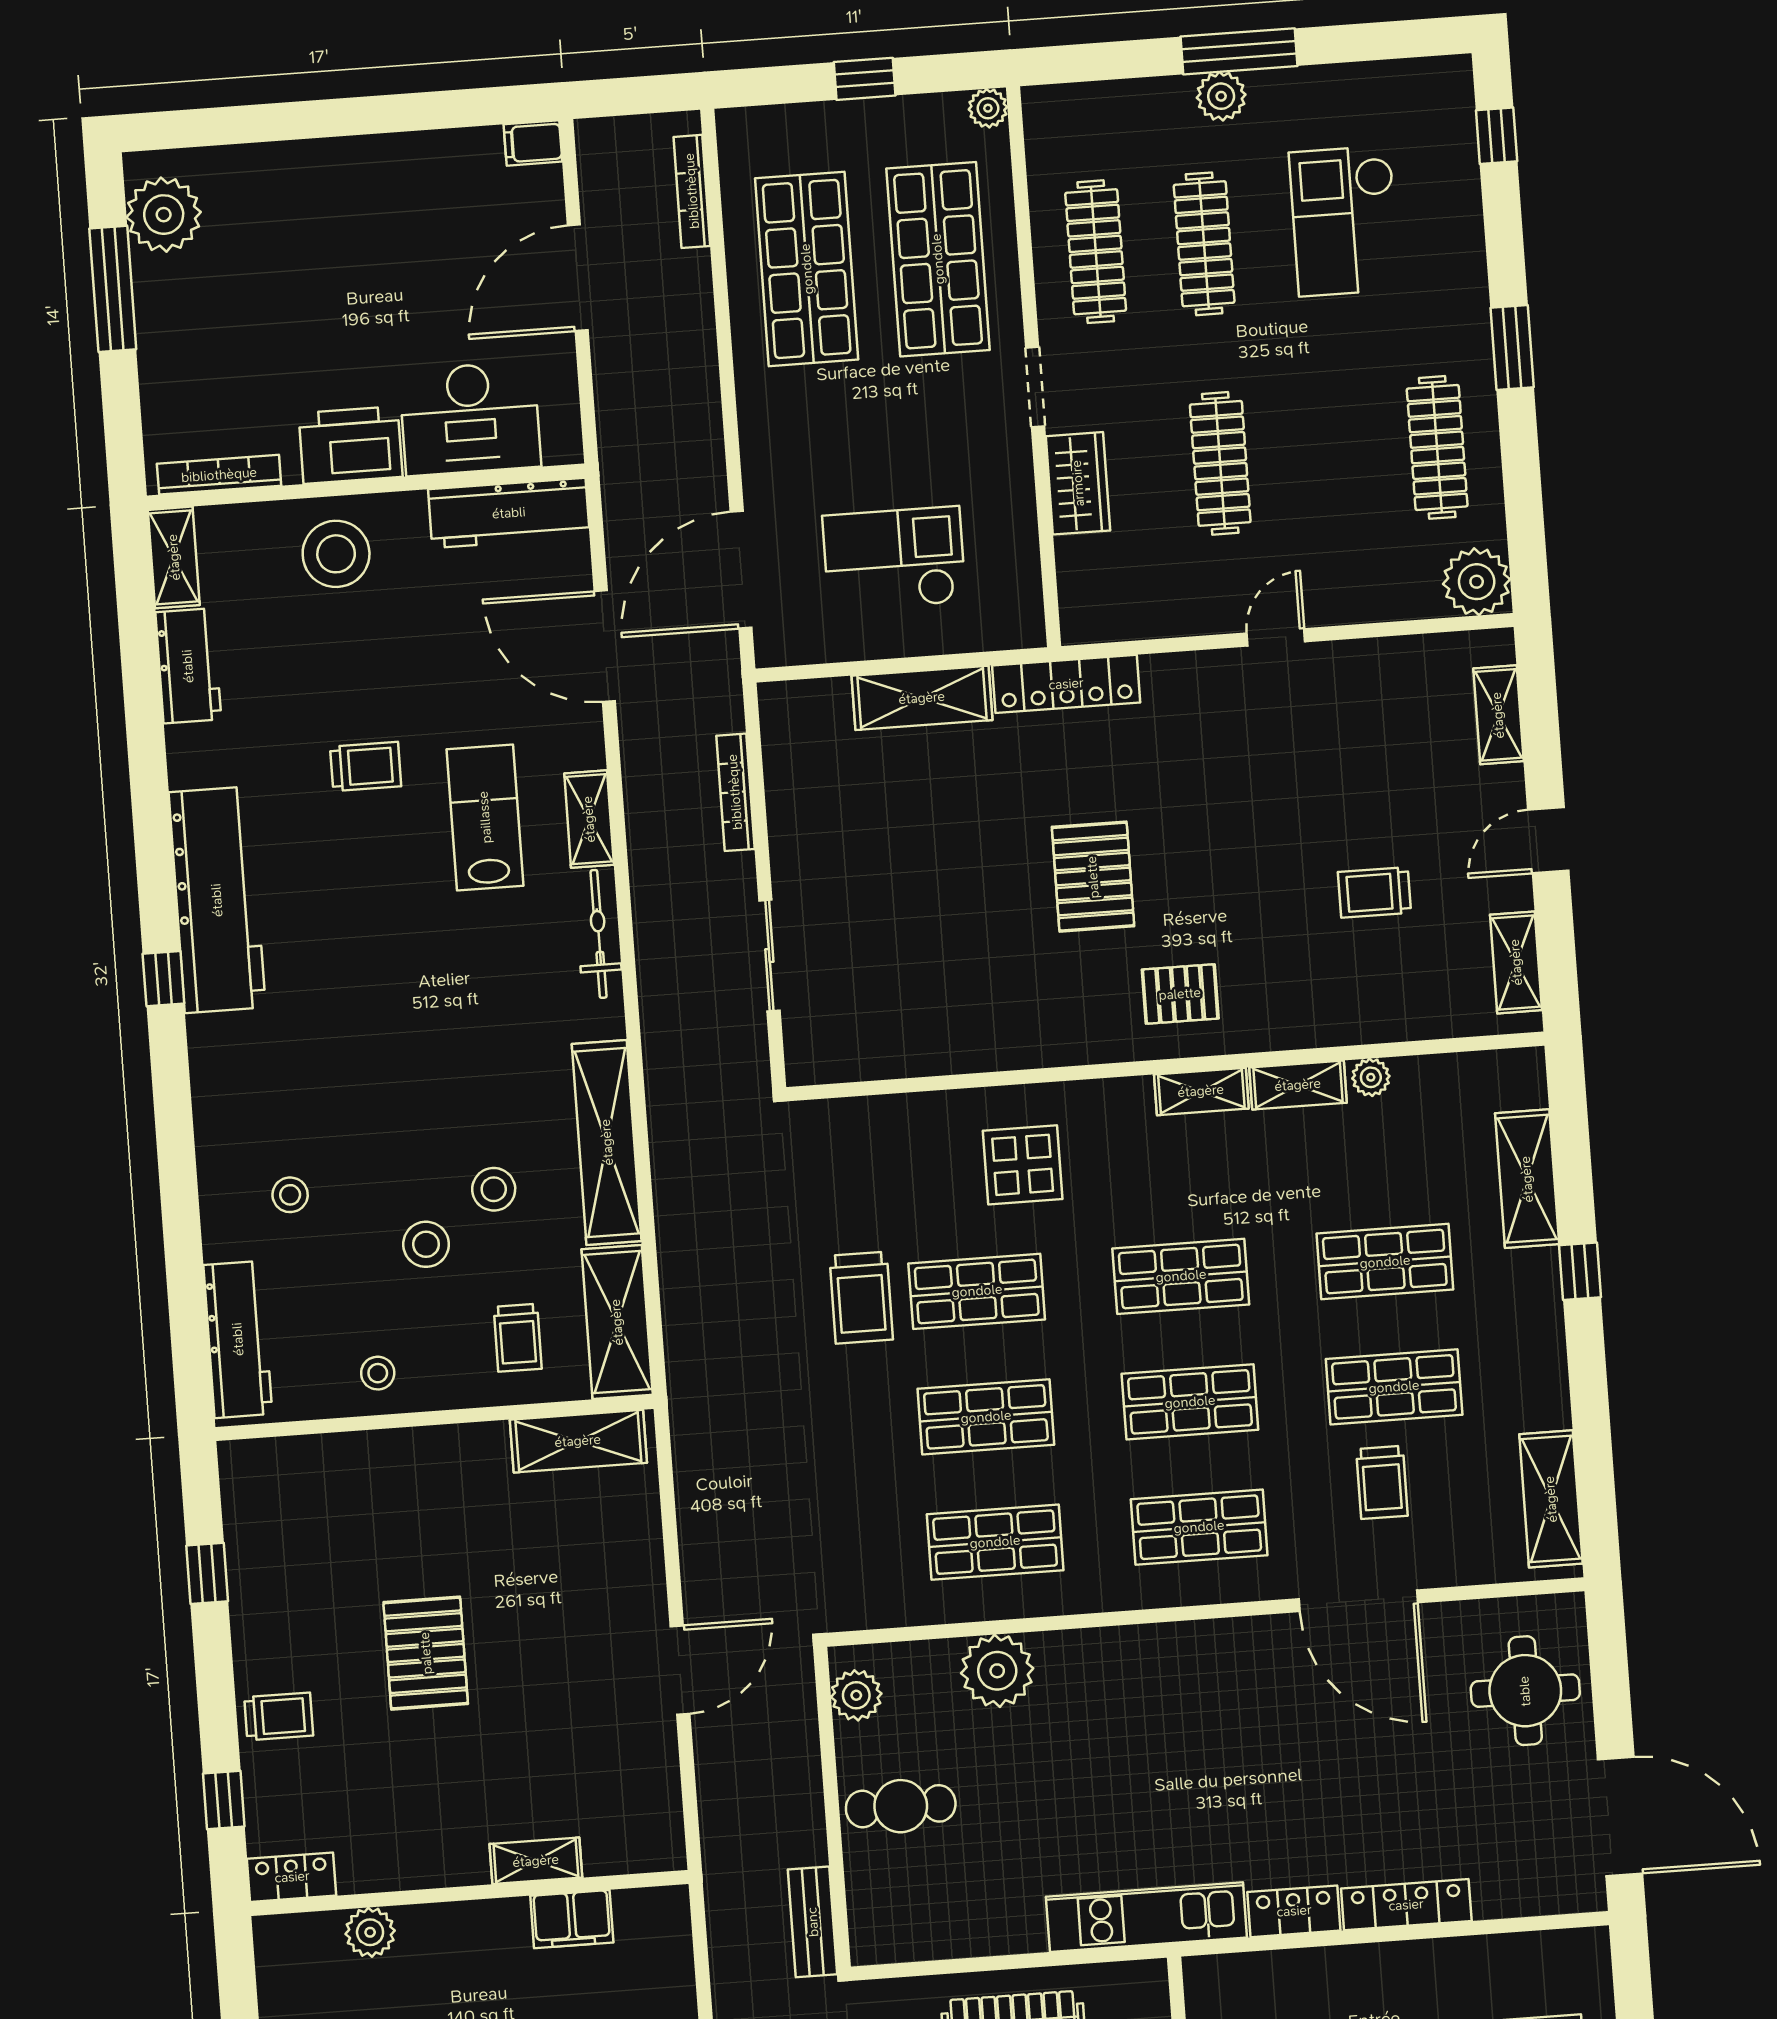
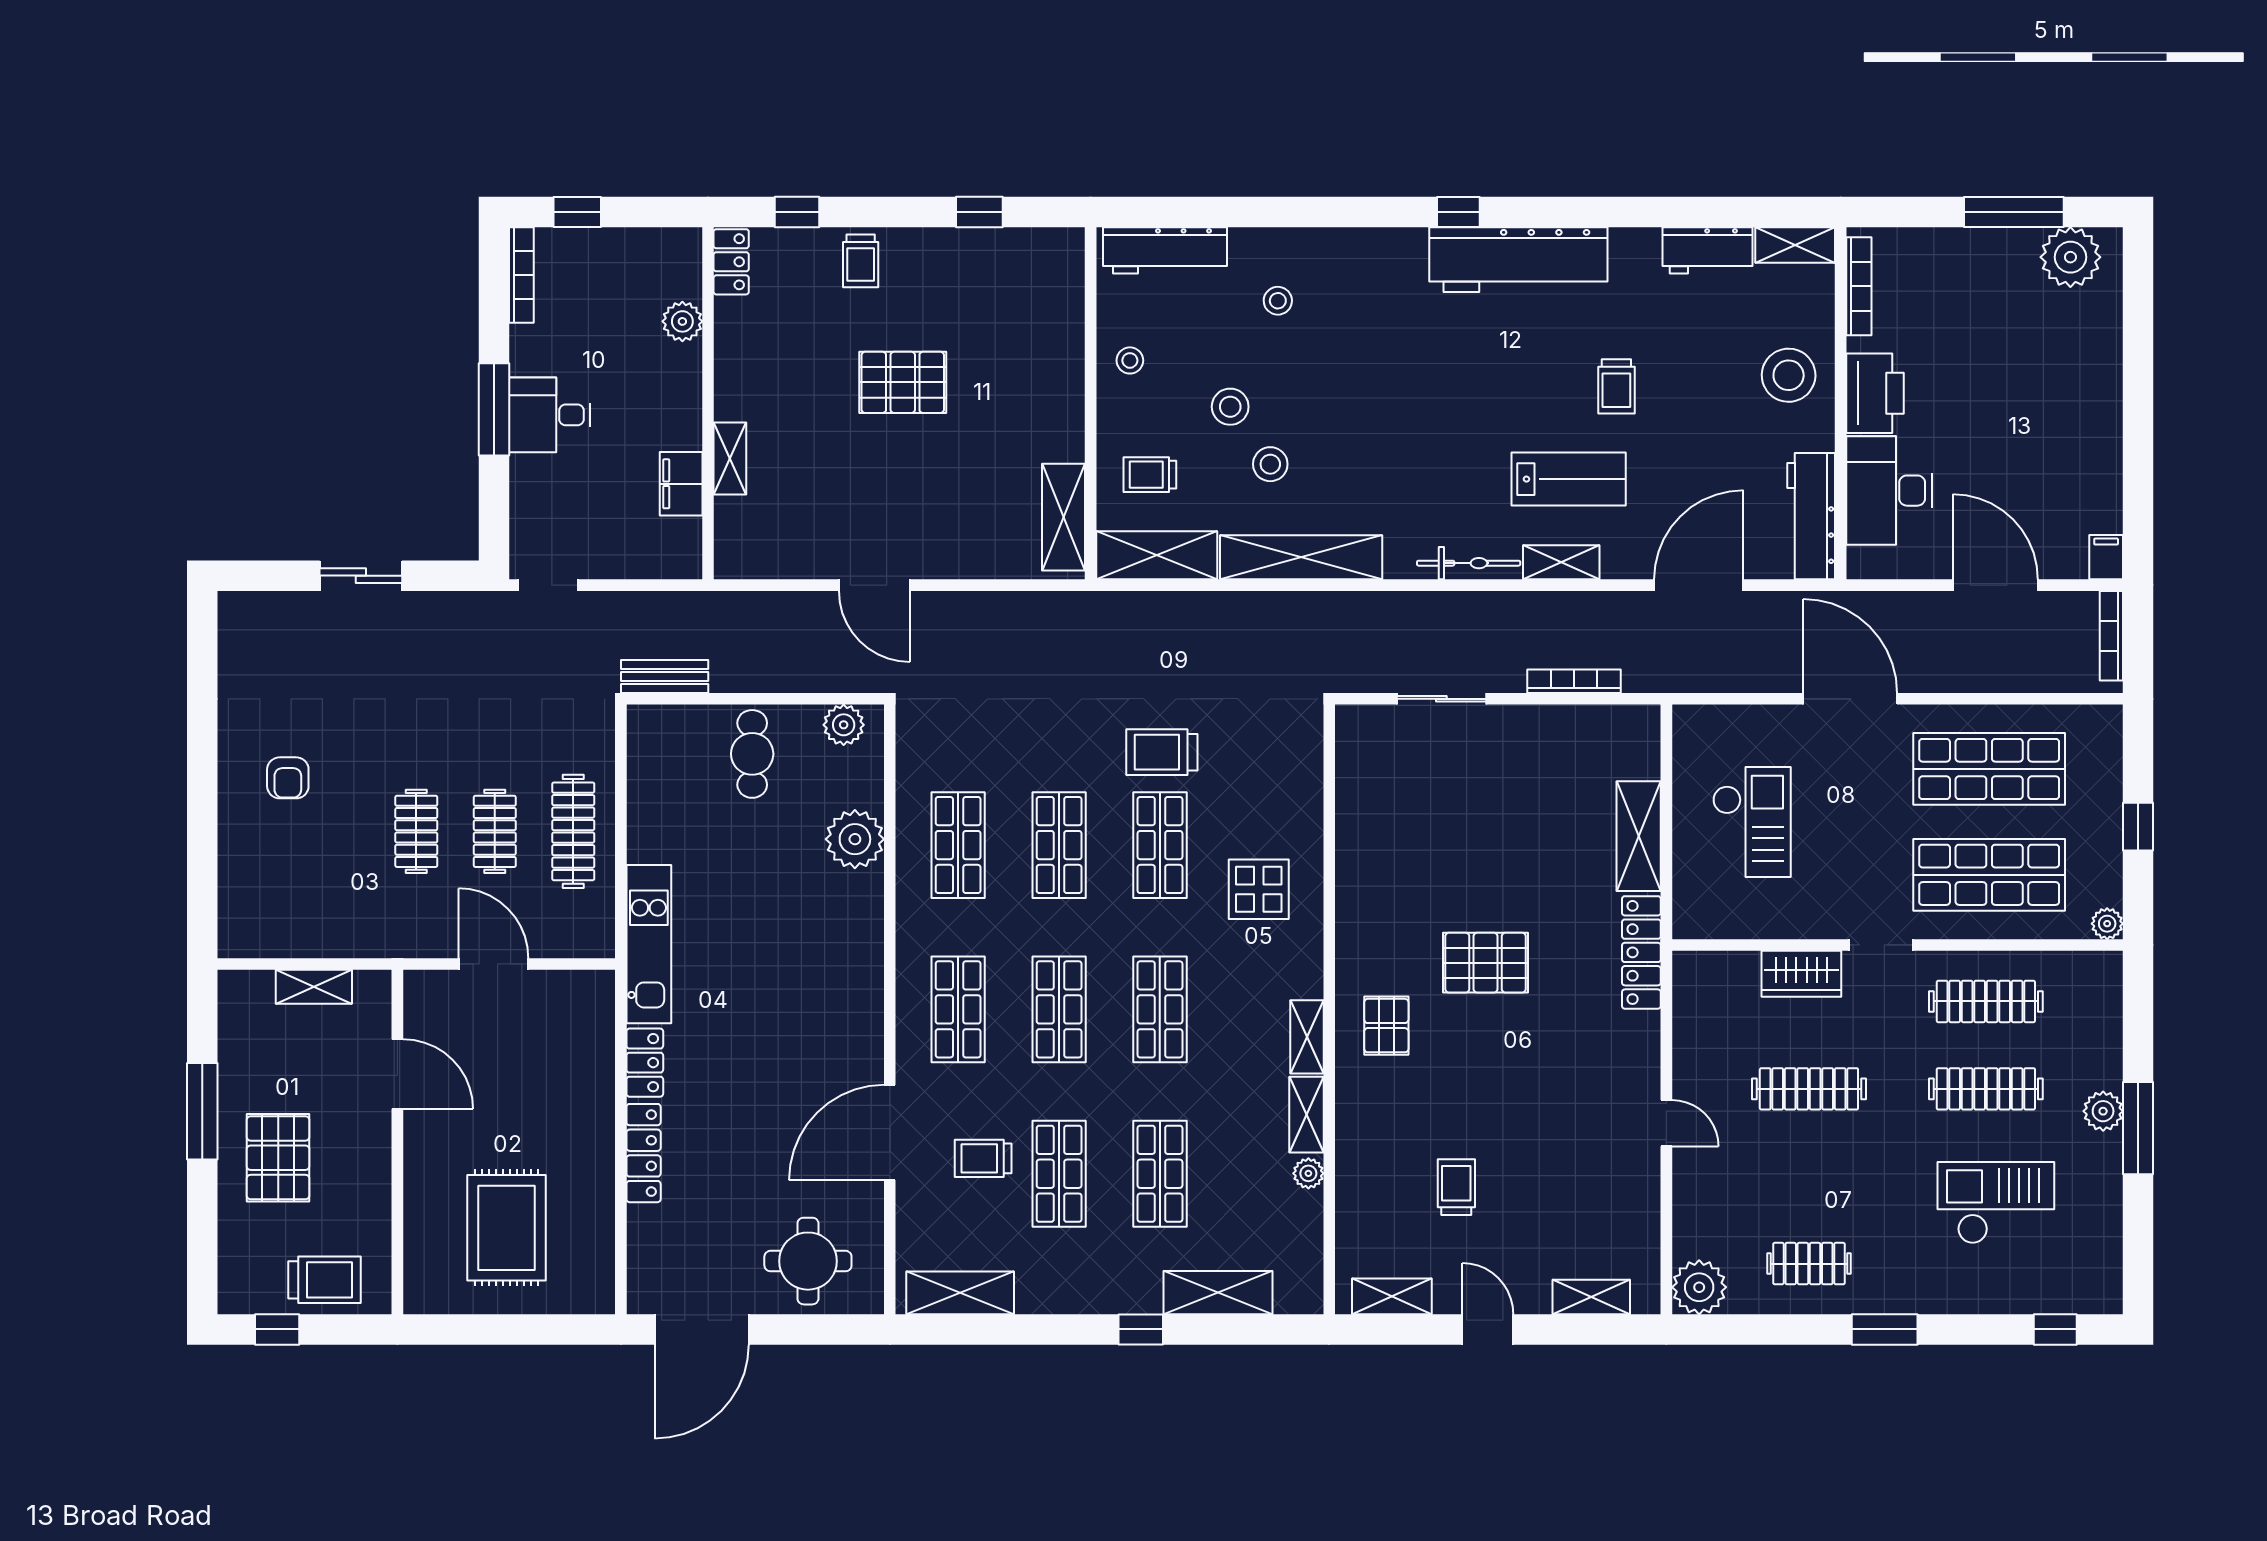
bookcase: (692, 191) -> (2111, 636), moved, turned -90
clothes rail: (1437, 447) -> (1809, 1264), width x0.73
door: (741, 570) -> (1850, 699), moved

